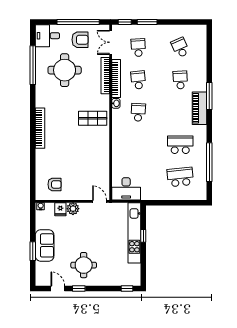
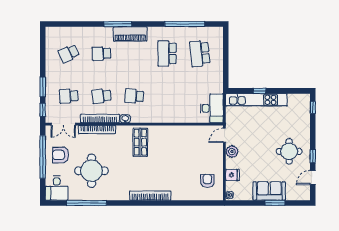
armchair: (80, 40) -> (61, 155), turned -90
plant: (73, 209) -> (232, 152), moved

